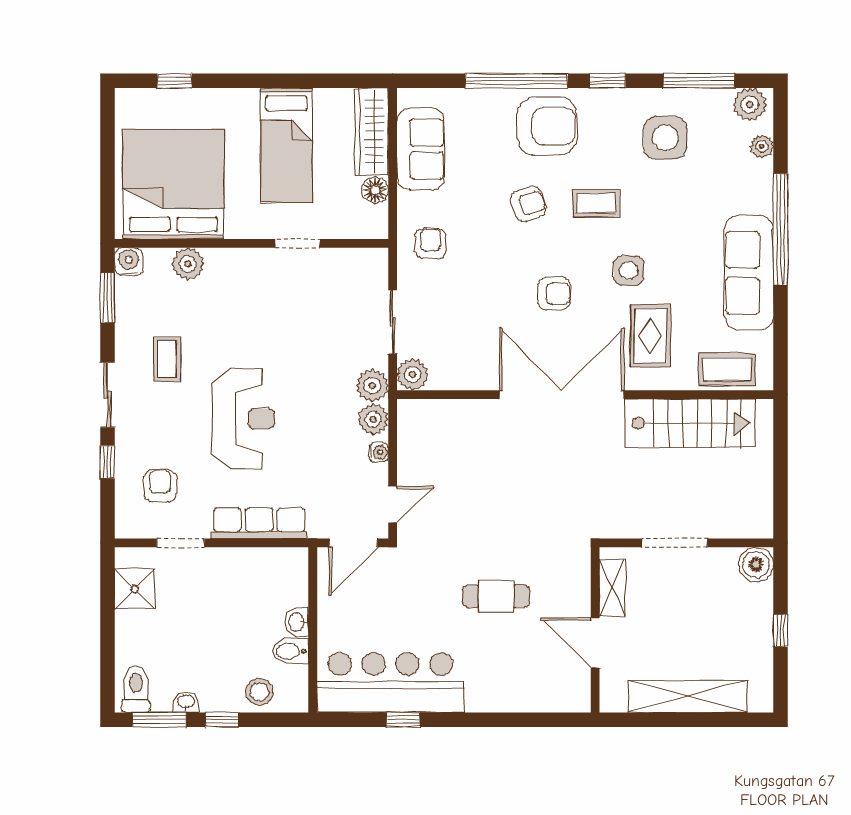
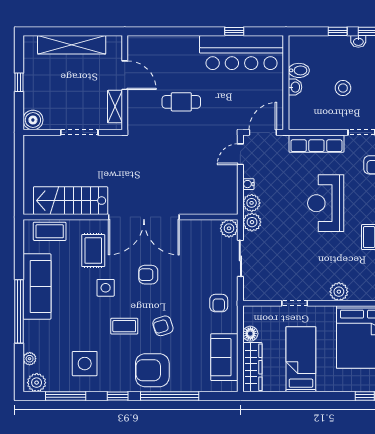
plant: (188, 264) -> (339, 292), moved
stool: (259, 692) -> (343, 88), moved

